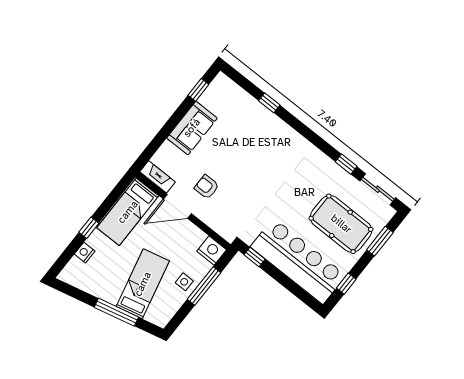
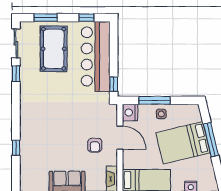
door: (177, 206) -> (120, 138), moved
bed: (143, 284) -> (183, 143), width x1.50

